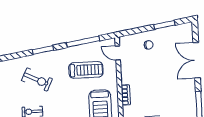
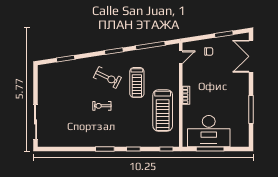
door: (118, 53) -> (181, 57), swing flipped
double door: (197, 60) -> (251, 56), moved
treadmill: (86, 70) -> (137, 83), moved, turned 90

